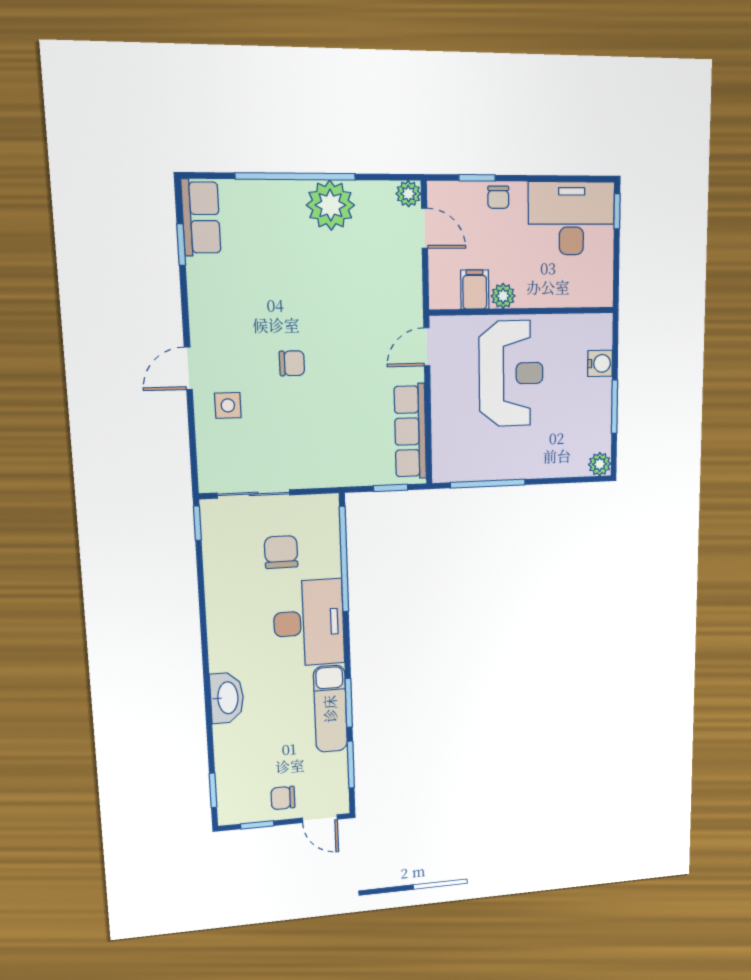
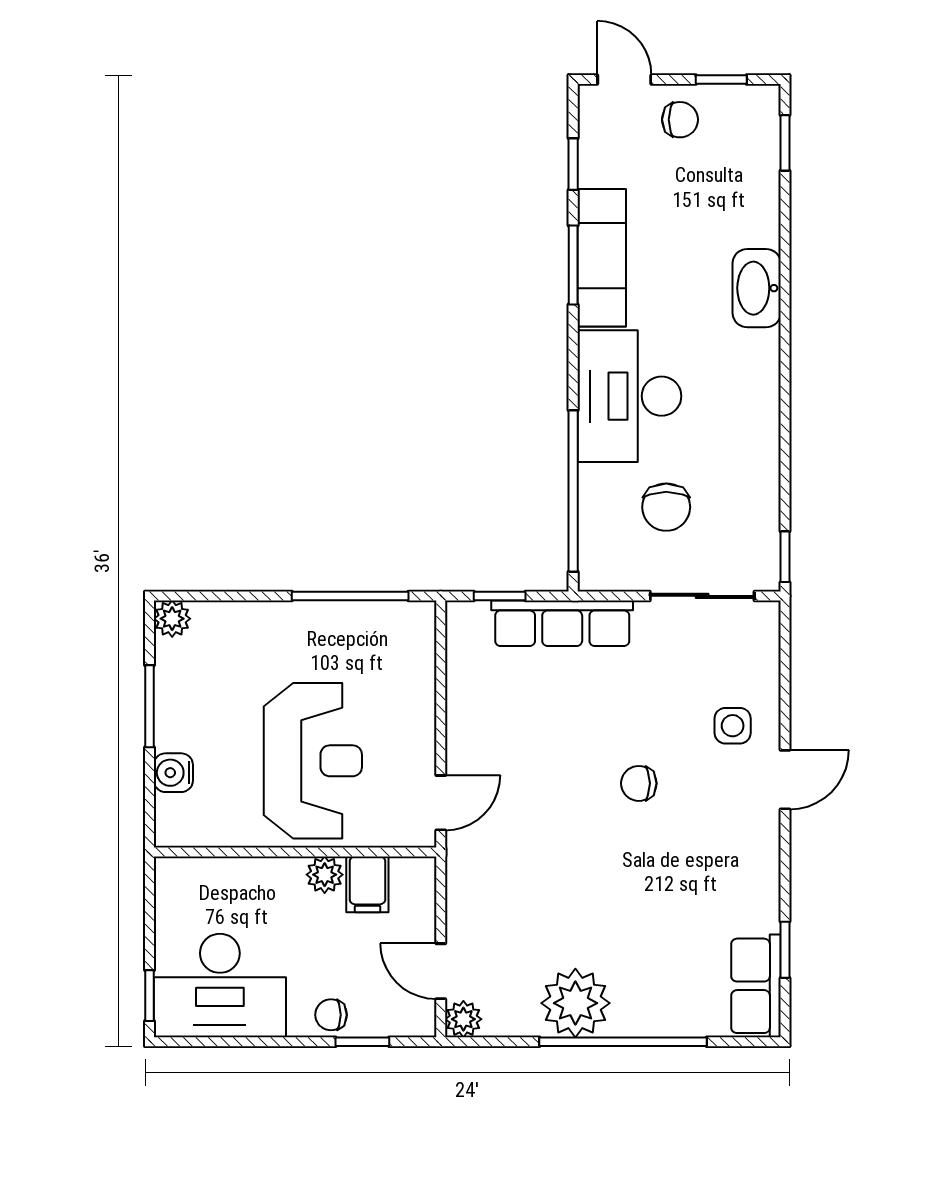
chair: (498, 197) -> (331, 1015), turned -90
reception desk: (511, 374) -> (313, 761), turned 180
row of seats: (410, 431) -> (562, 623), moved, turned 90
window: (351, 765) -> (573, 164), width x0.67

